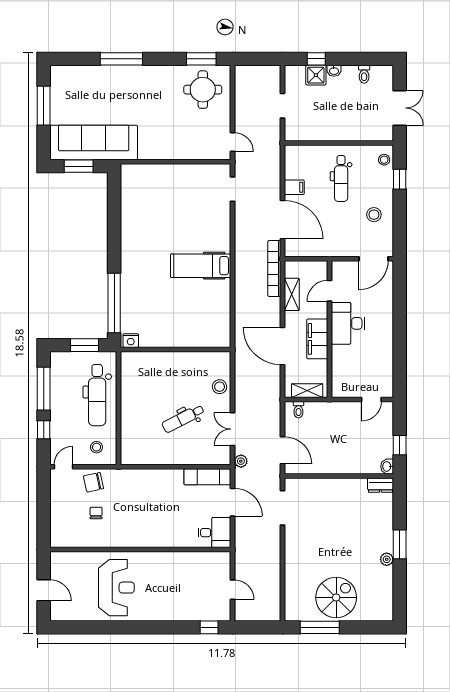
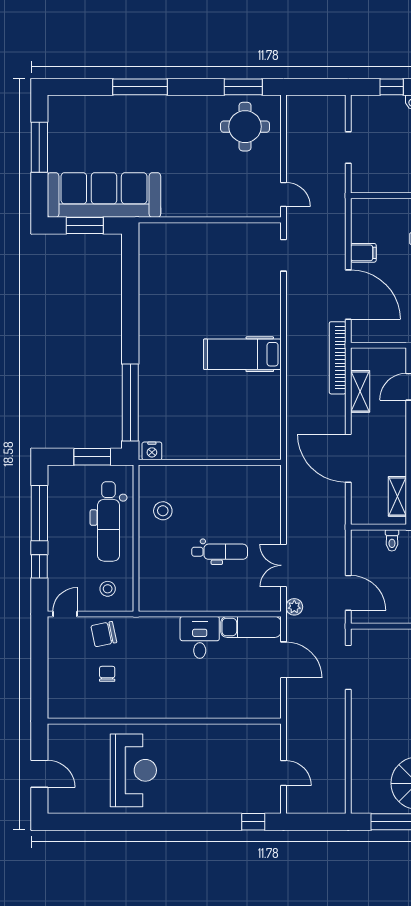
shower: (316, 75) -> (391, 108), removed
filing cabinet: (317, 339) -> (393, 449), removed
stool: (220, 387) -> (163, 511), moved
shelving: (307, 391) -> (397, 496), moved, turned 90
toilet: (298, 410) -> (392, 540), moved
dental chair: (183, 418) -> (220, 552), turned -153
desk: (214, 533) -> (200, 637), moved, turned -90

